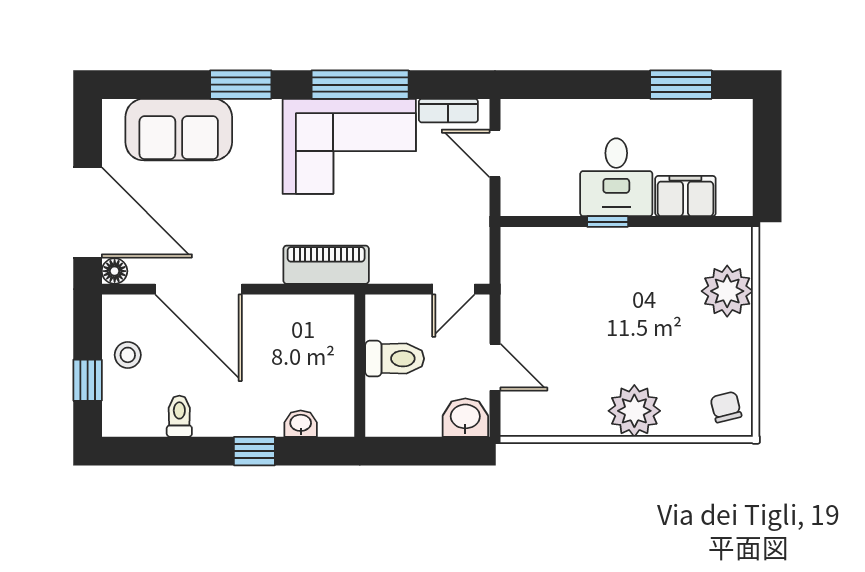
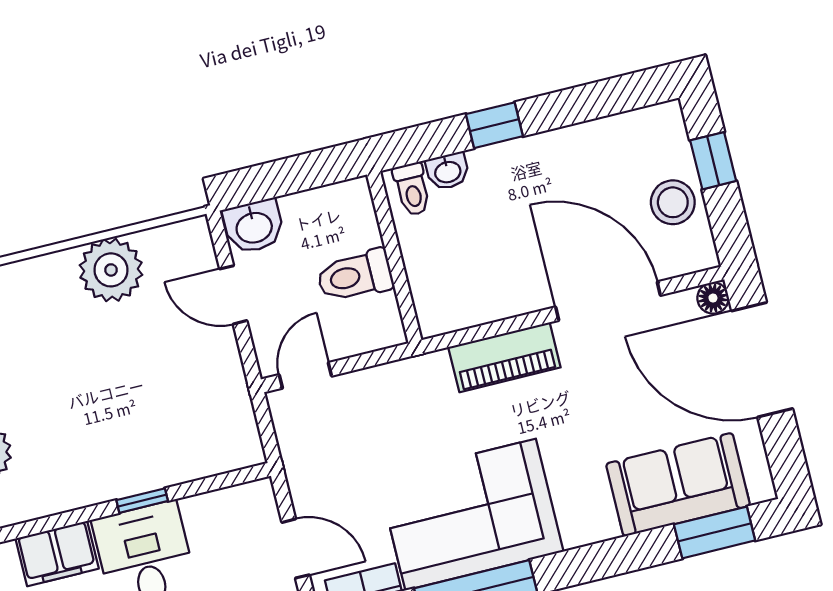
window: (241, 85) -> (715, 532), moved
piano: (326, 265) -> (504, 357), moved
stool: (128, 355) -> (673, 202), width x1.37, depth x1.37
plant: (634, 411) -> (111, 270), moved
toilet: (179, 416) -> (412, 189), moved

